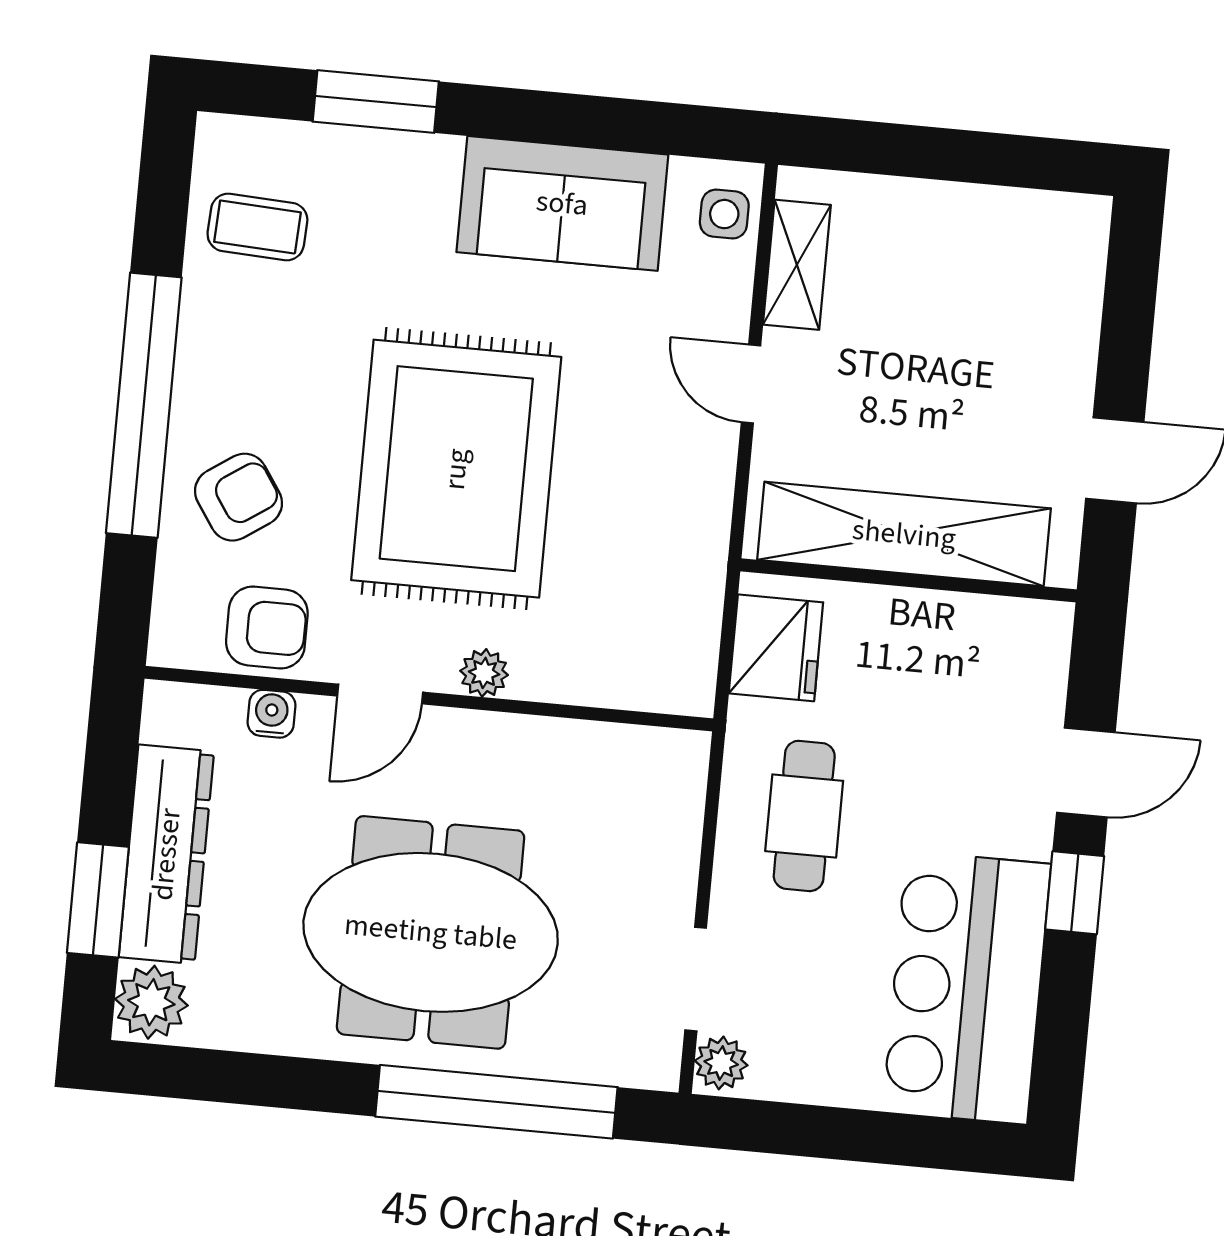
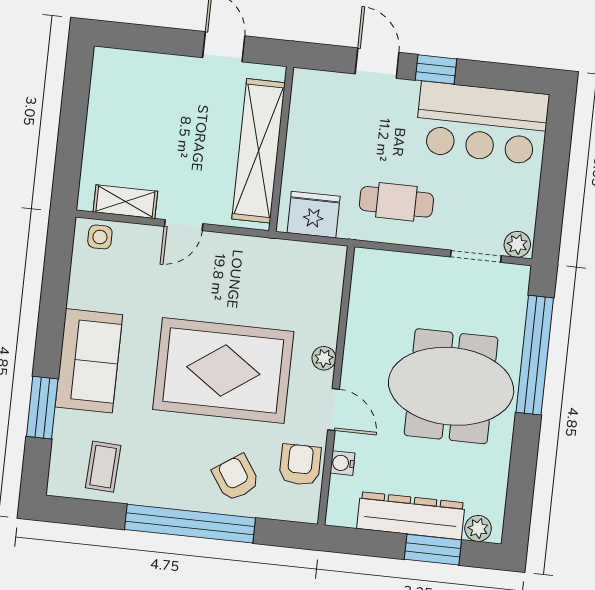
sofa: (562, 203) -> (89, 361), moved
meeting table: (431, 932) -> (451, 386), turned 90
plant: (151, 1002) -> (478, 528), width x0.73, depth x0.73

